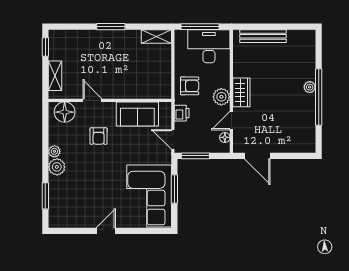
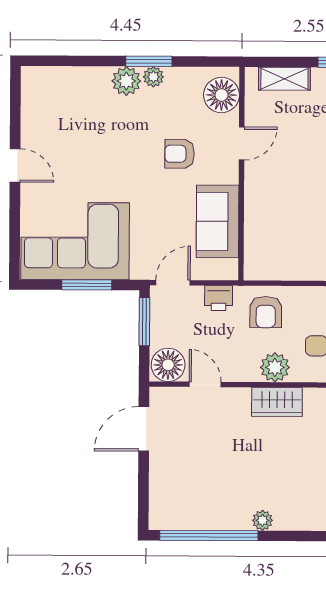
wardrobe: (241, 92) -> (277, 402), moved
plant: (221, 97) -> (275, 367), moved
window: (319, 97) -> (209, 535), moved
floor lamp: (225, 137) -> (168, 365), width x1.89, depth x1.89
window: (45, 196) -> (149, 61), moved

